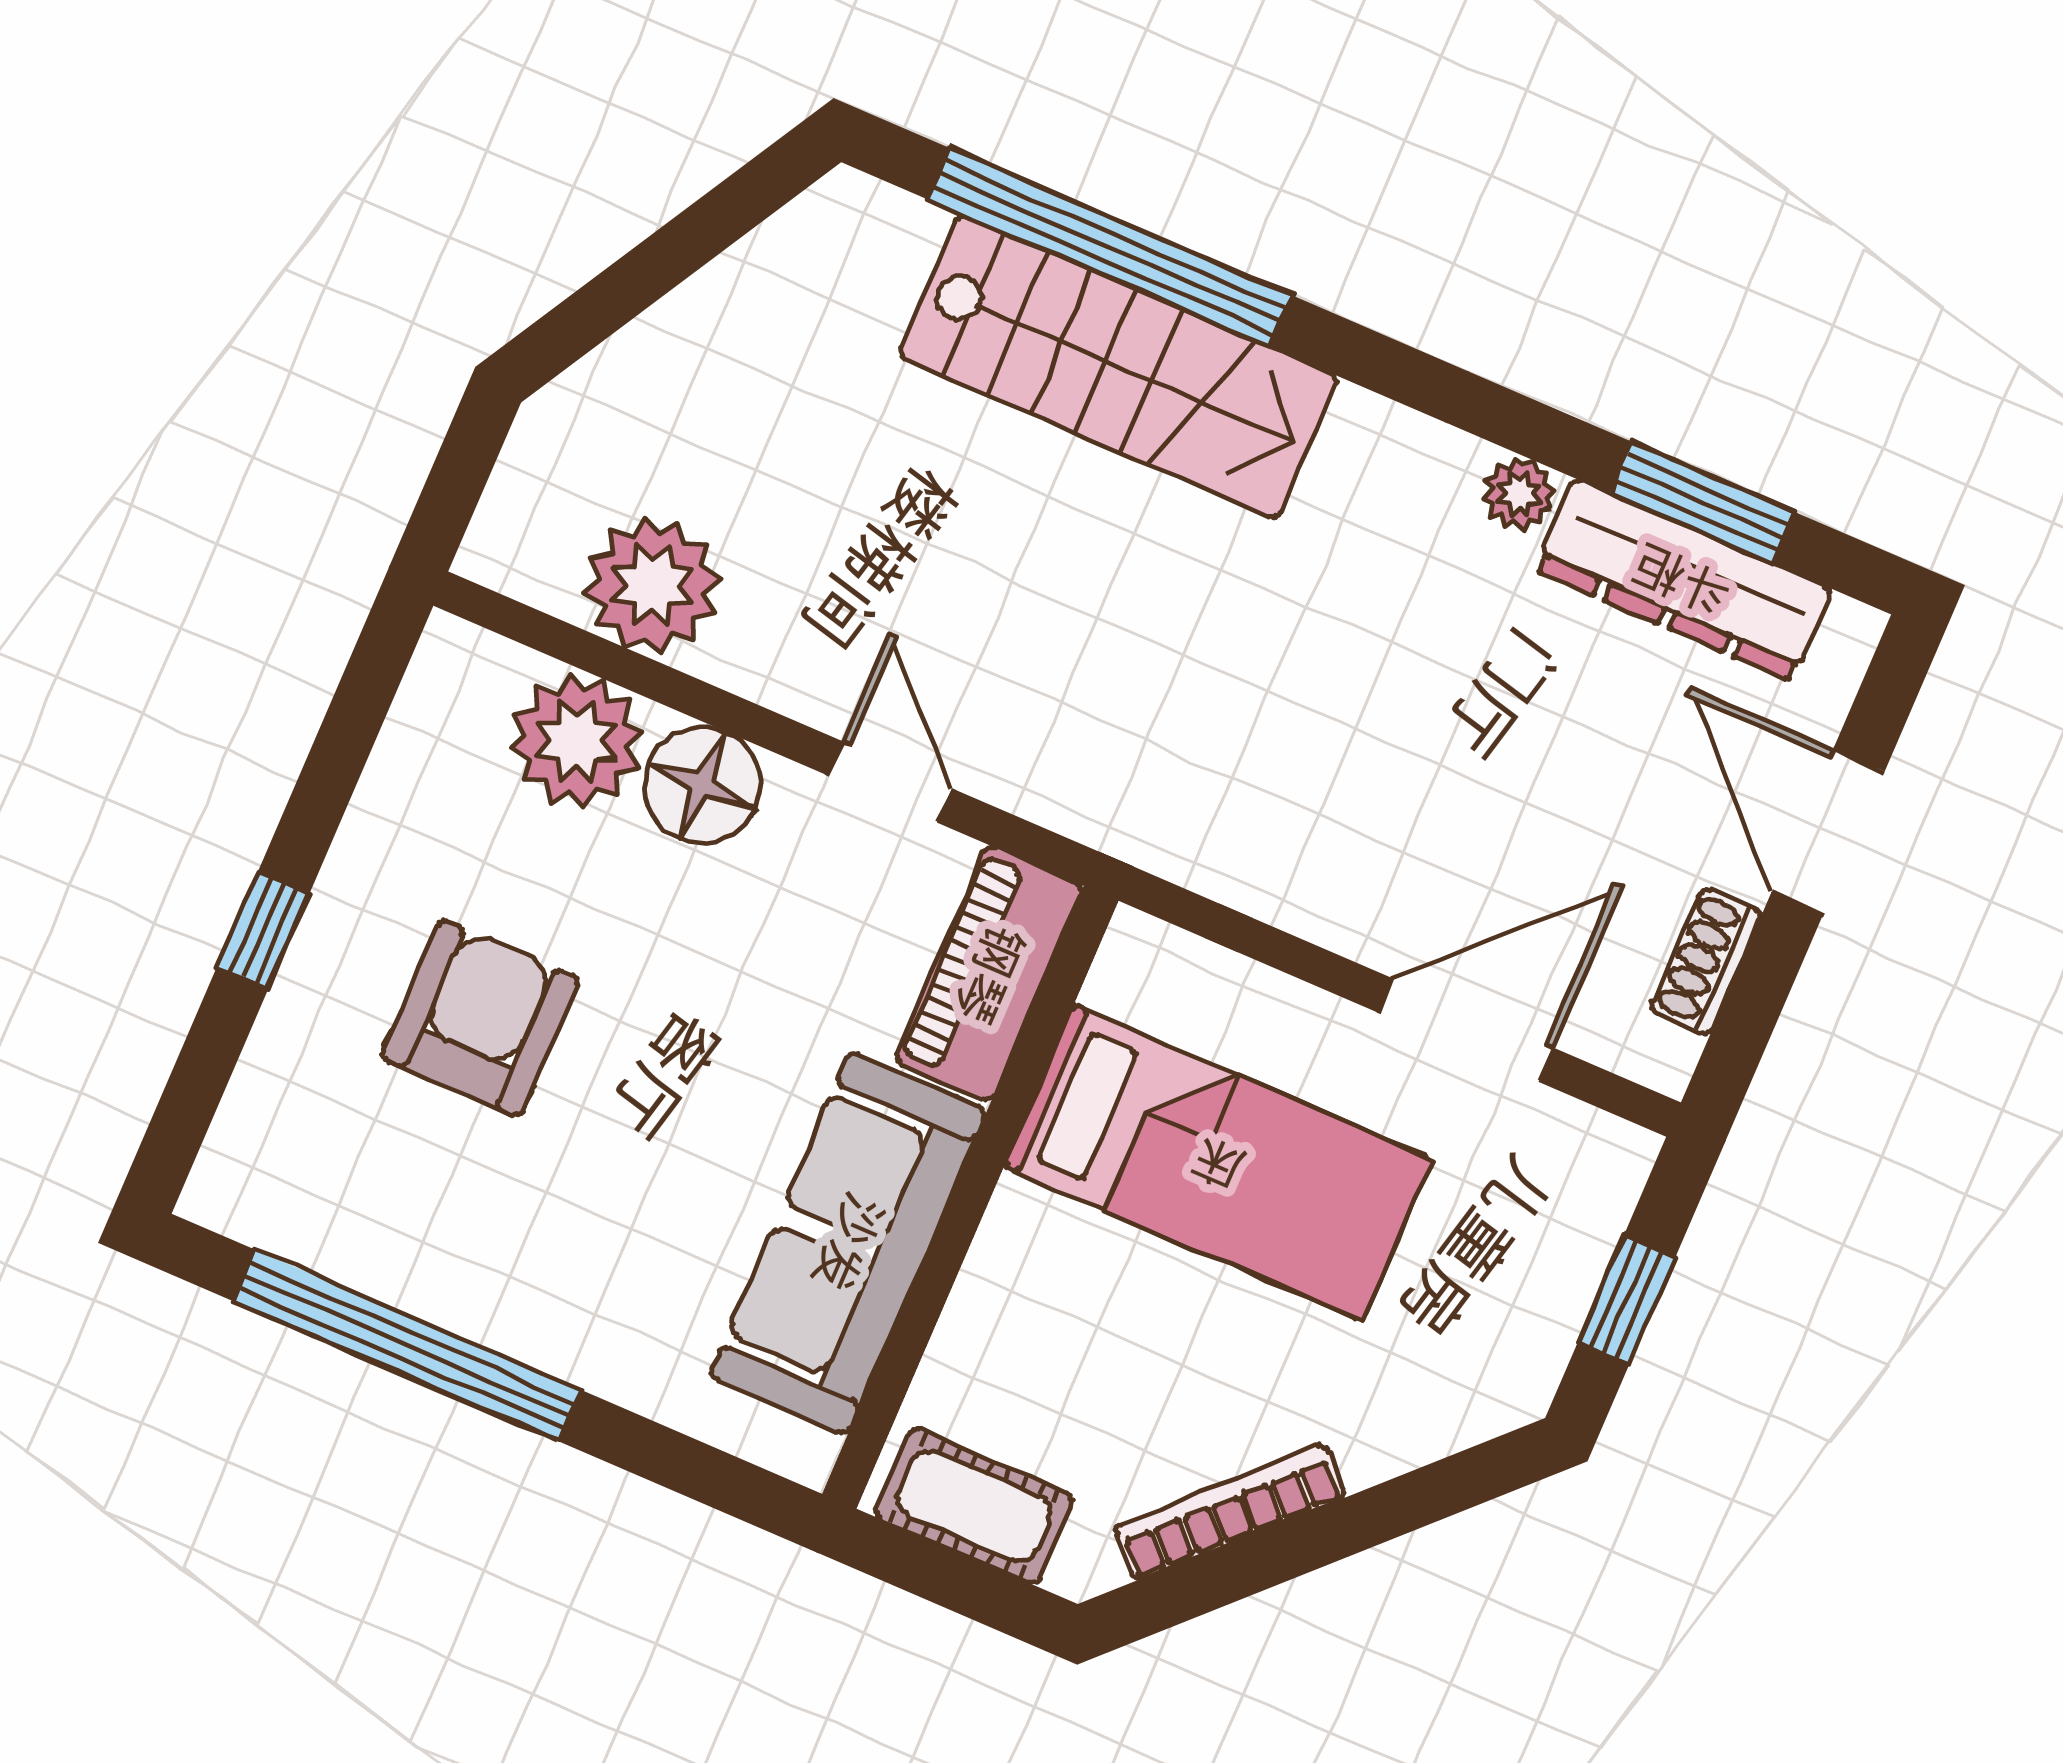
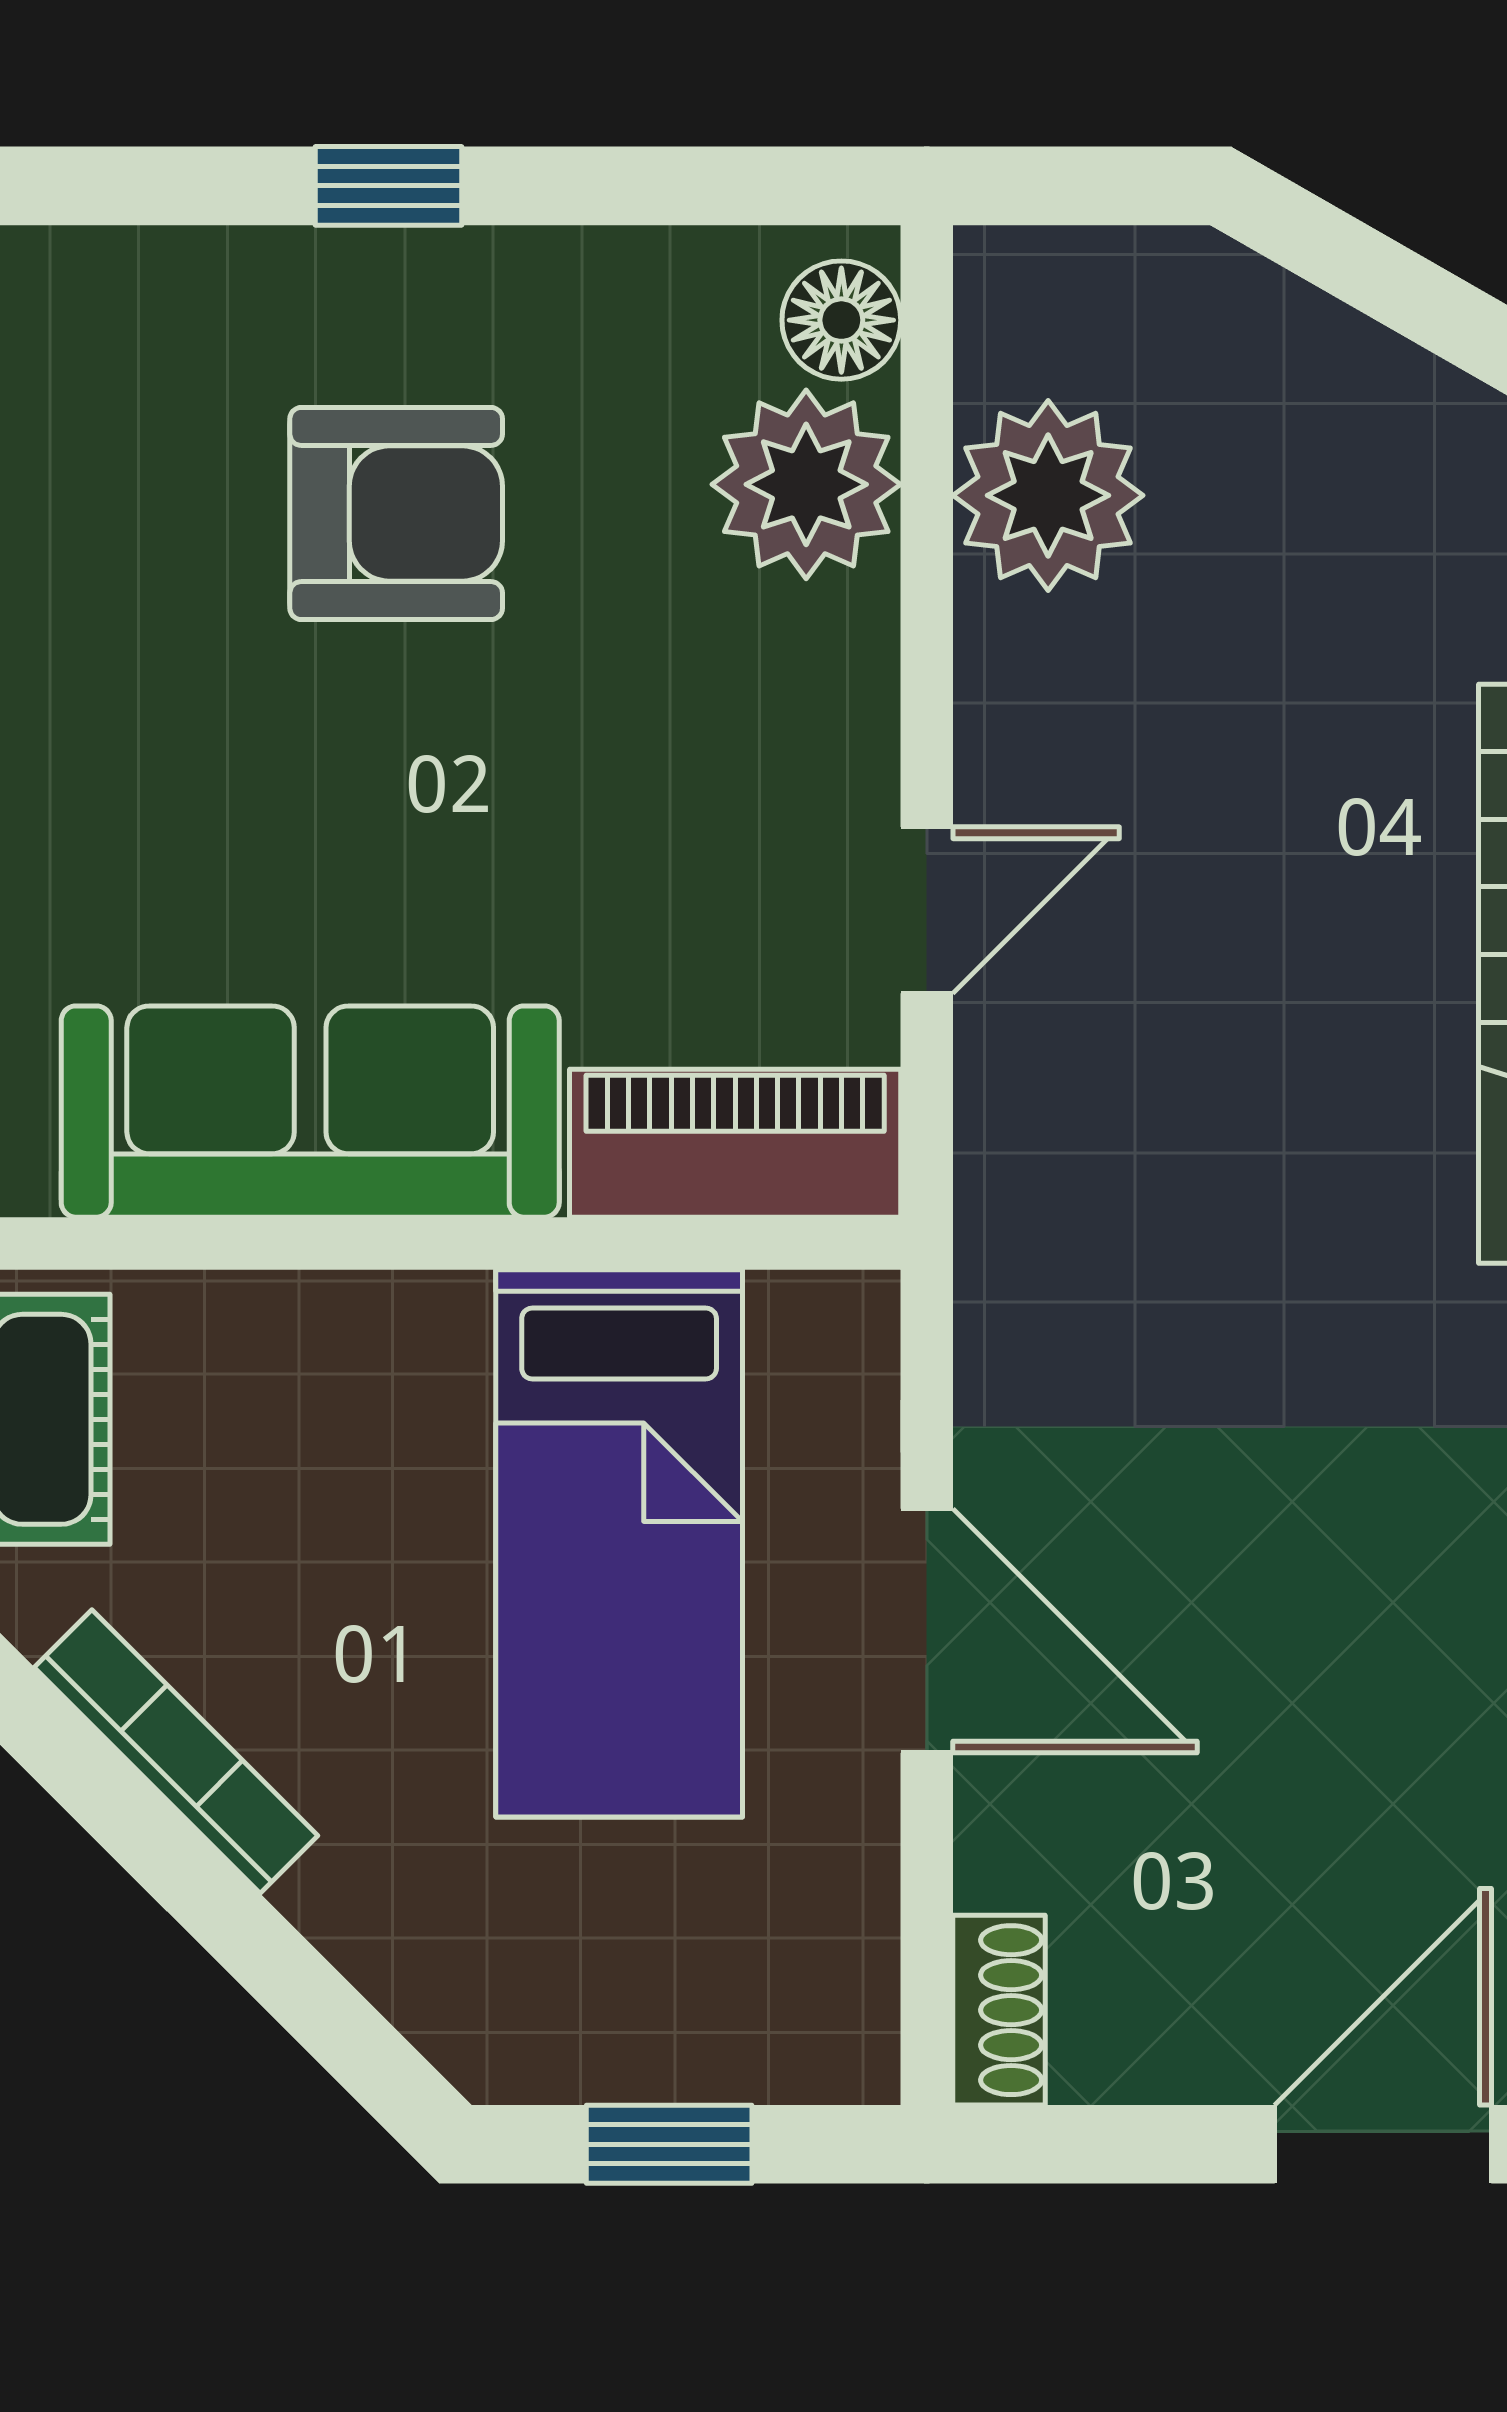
floor lamp: (703, 785) -> (841, 320), moved, width x0.73, depth x0.73
shoe rack: (1706, 961) -> (999, 2010), moved, turned 90
door: (1466, 1030) -> (927, 1631), moved

